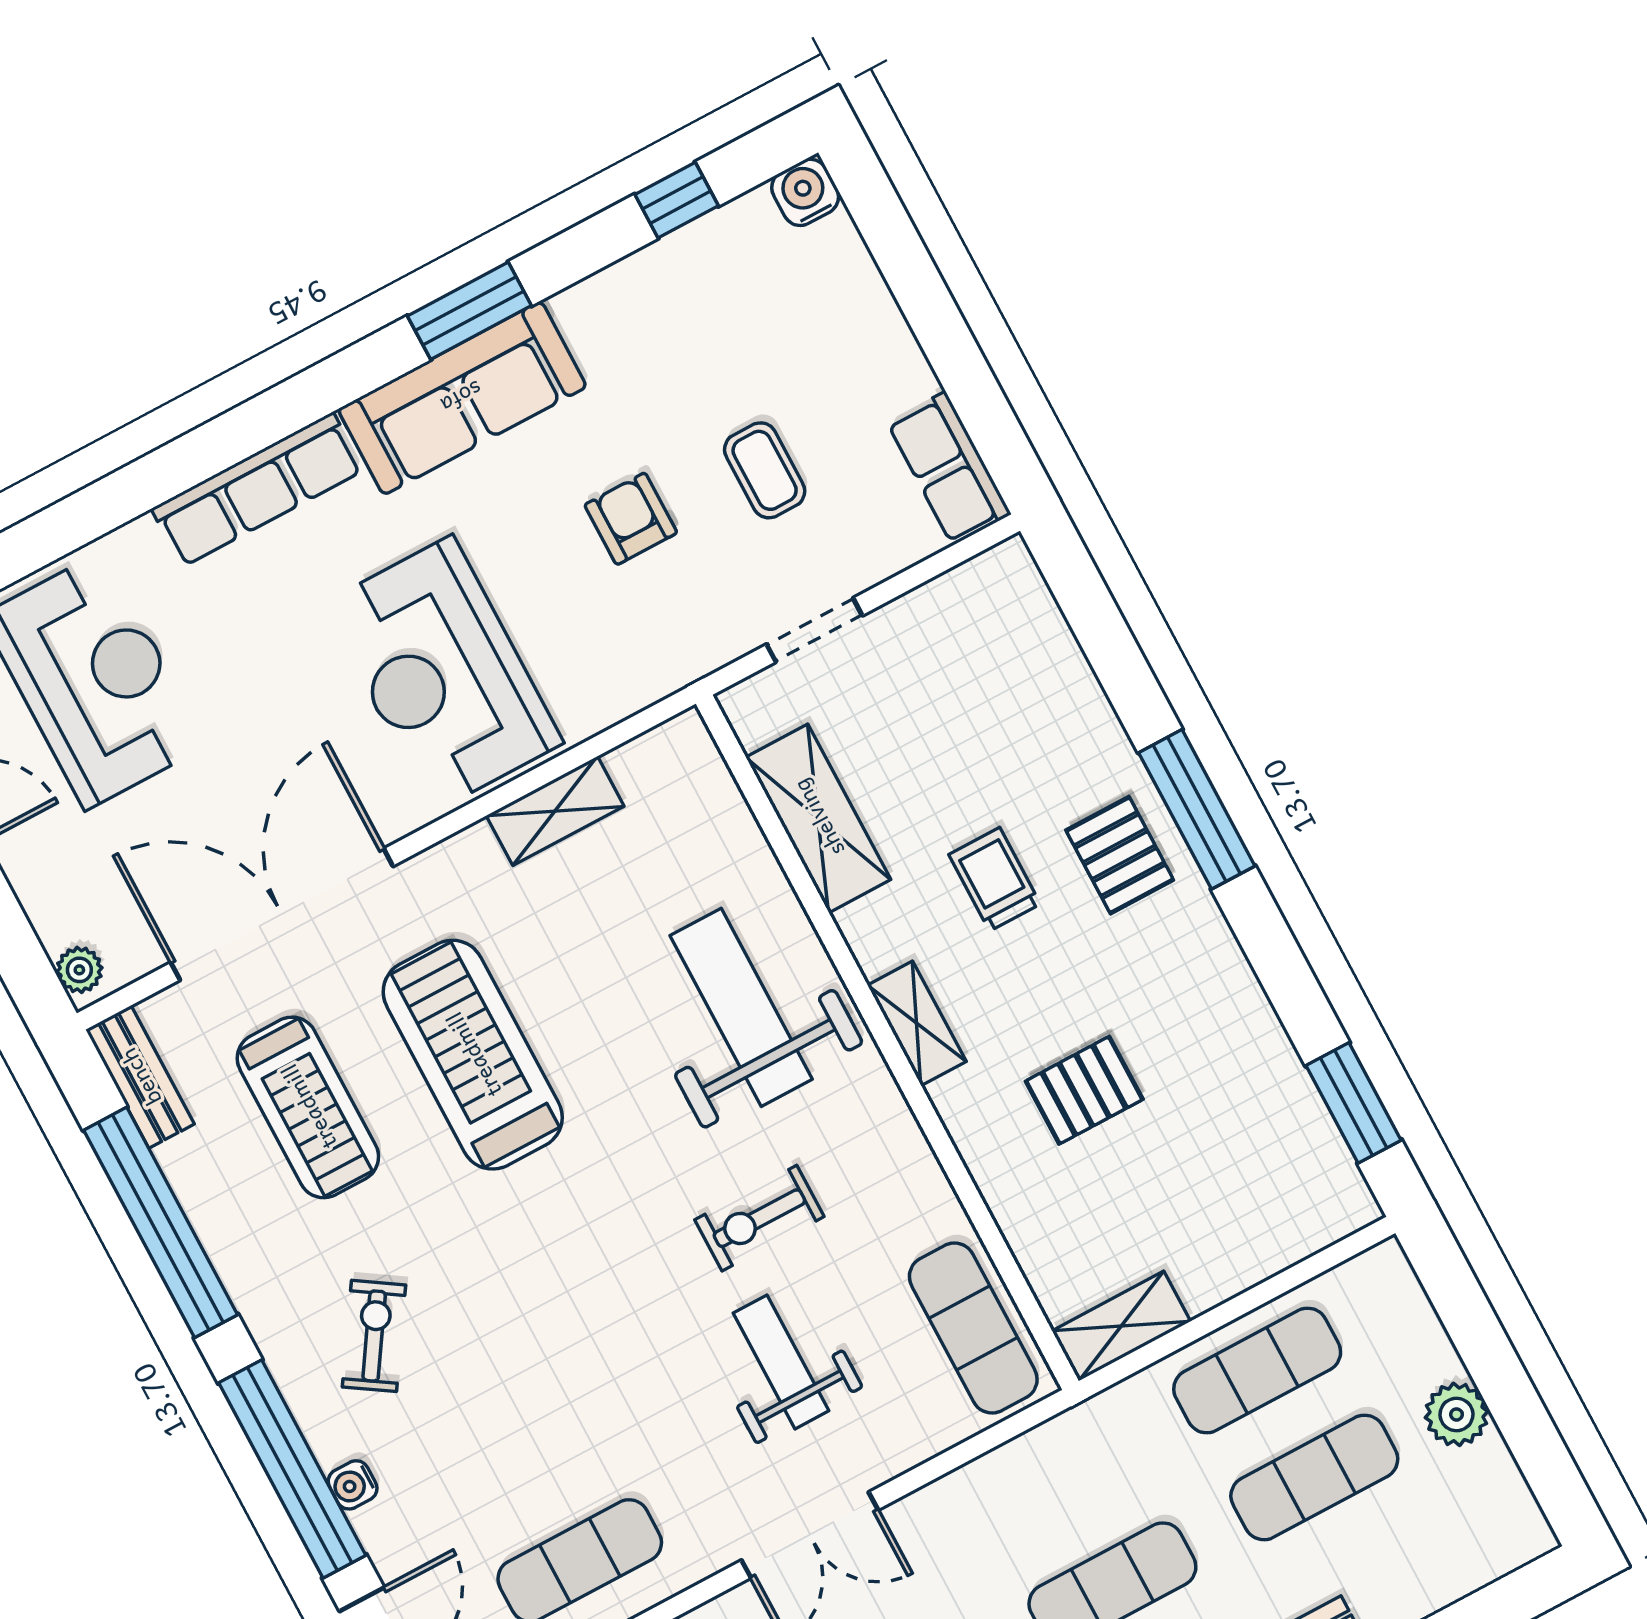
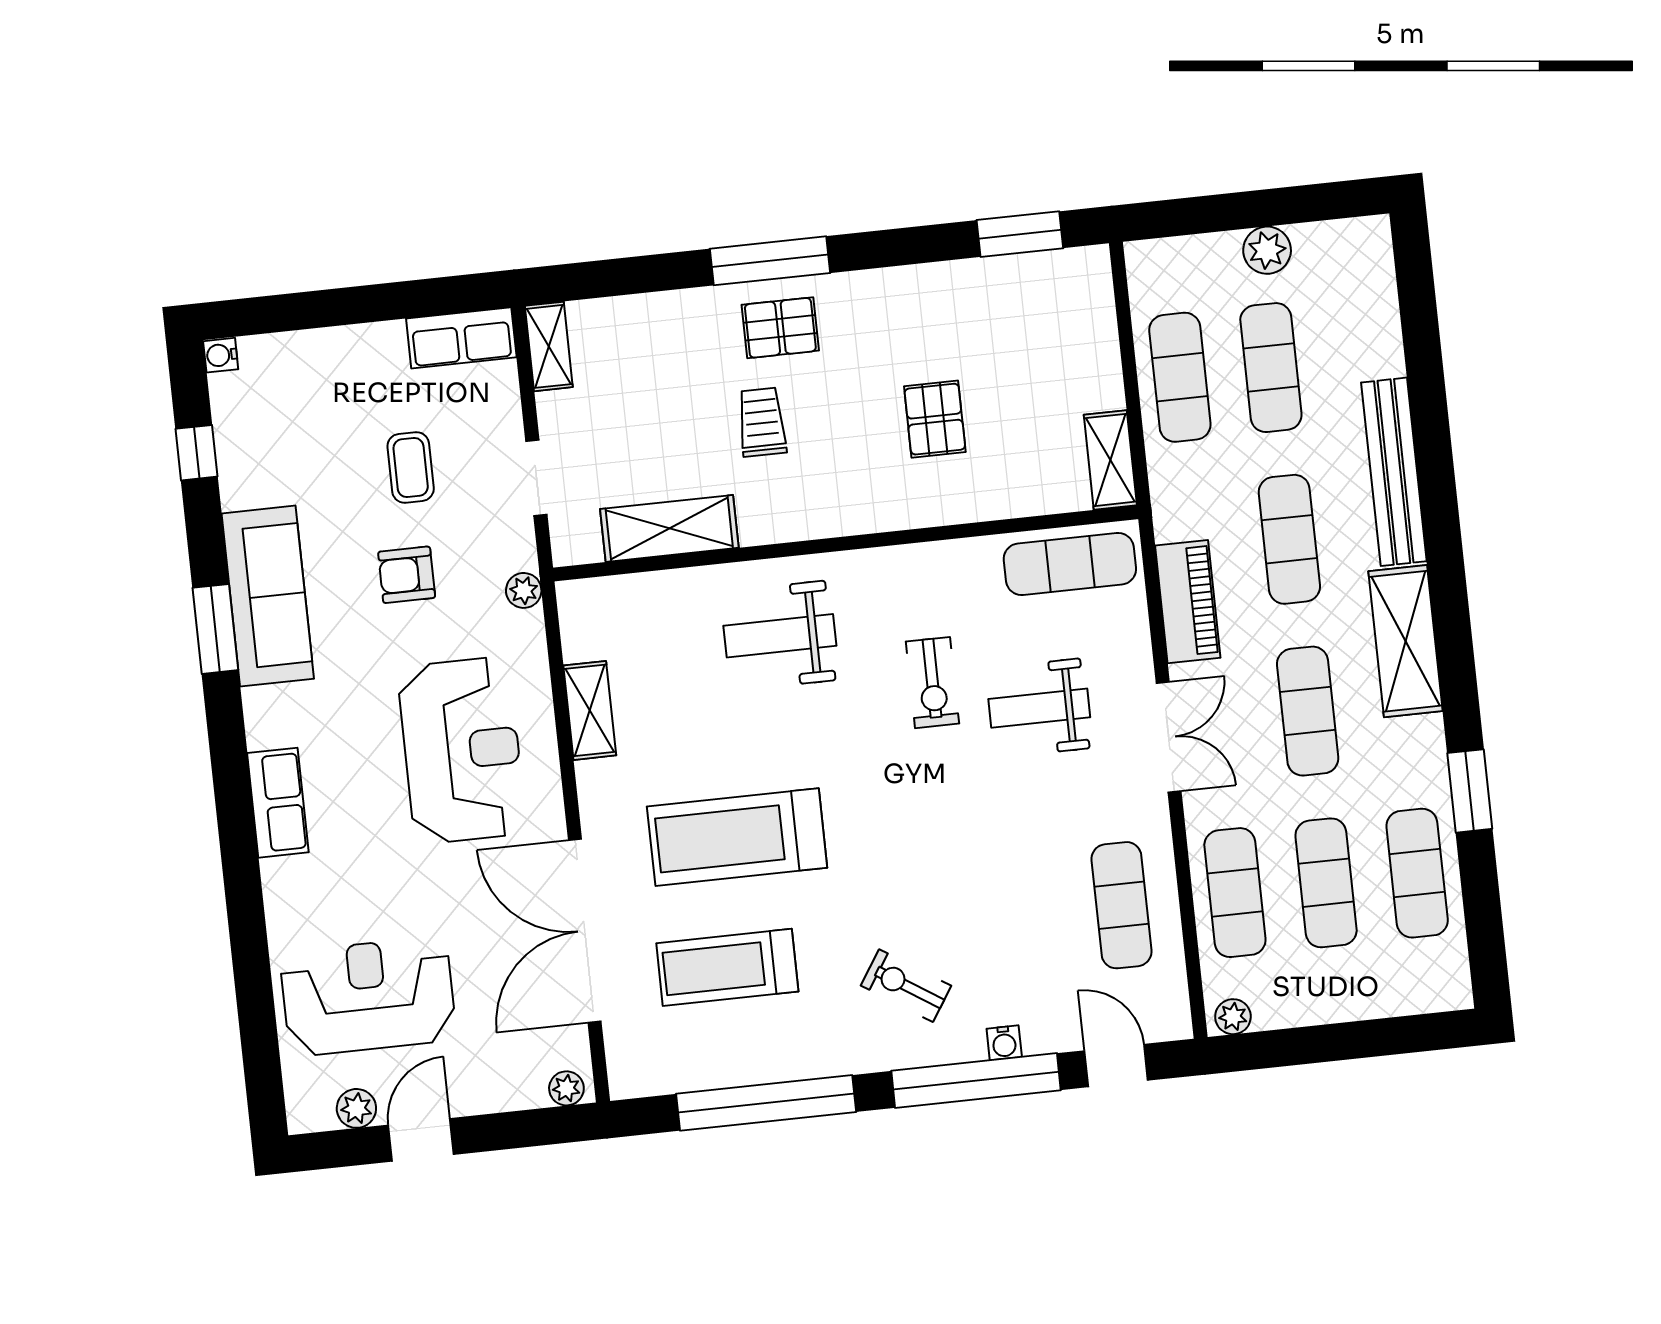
water cooler: (805, 192) -> (221, 355), width x0.72, depth x0.72
sofa: (462, 398) -> (268, 596), moved
coffee table: (765, 470) -> (411, 467), turned 90
row of seats: (258, 490) -> (278, 803), width x0.68
plant: (670, 670) -> (524, 590), added
reception desk: (443, 674) -> (462, 750), turned -90
trolley: (995, 879) -> (762, 422), turned 90
weight bench: (741, 1007) -> (780, 636), width x0.73, depth x0.75
shelving: (917, 1023) -> (549, 346), moved, turned 90
bench: (140, 1077) -> (658, 1076), removed
treadmill: (308, 1107) -> (727, 967), turned 180
piano: (986, 1491) -> (1188, 602), added

